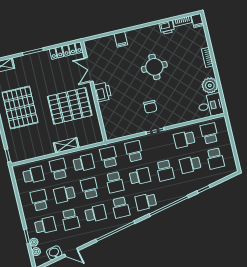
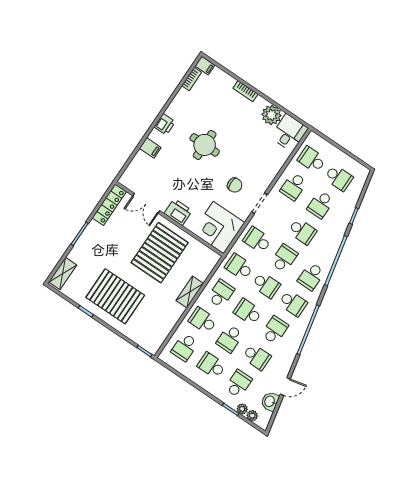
printer: (167, 27) -> (165, 124), moved
corner desk: (118, 123) -> (219, 227), added
school desk: (33, 175) -> (185, 347), turned 180

